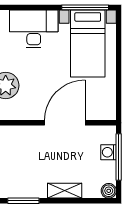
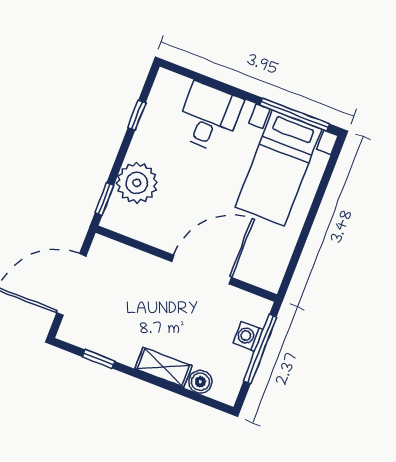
desk: (34, 29) -> (209, 117), width x0.73
boiler: (109, 191) -> (200, 382), moved
window: (23, 201) -> (98, 359), width x0.67

